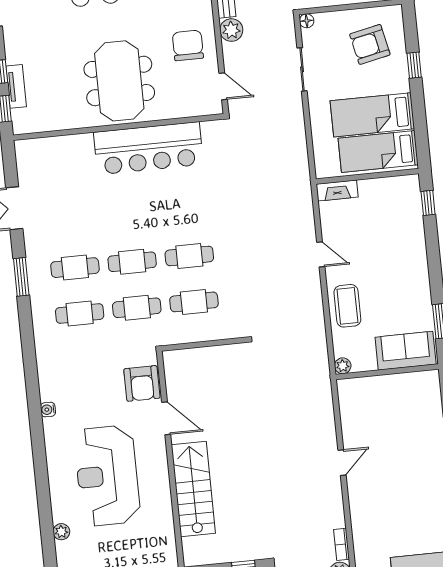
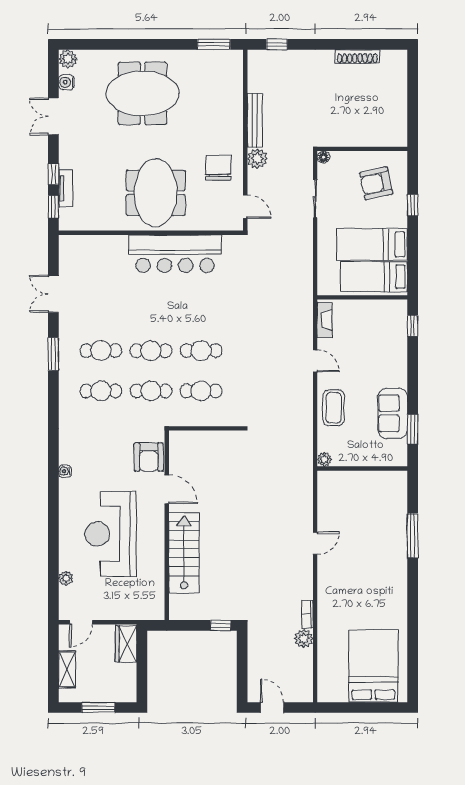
fireplace: (337, 191) -> (325, 320), moved, turned -90
sofa: (406, 351) -> (393, 413), moved, turned -90

